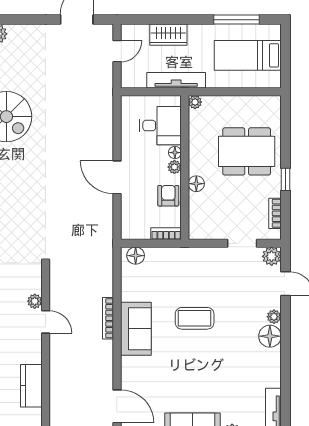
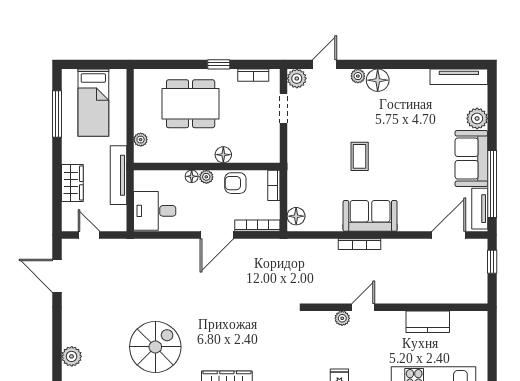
plant: (195, 102) -> (141, 140), moved
desk: (160, 126) -> (155, 211), moved, turned -90
dining table: (247, 151) -> (191, 104), turned 90
bookcase: (126, 217) -> (257, 226), added
coffee table: (195, 318) -> (360, 156), width x0.73, depth x0.77

